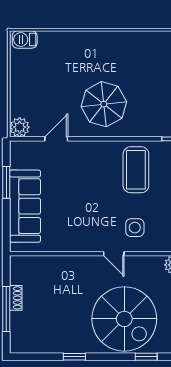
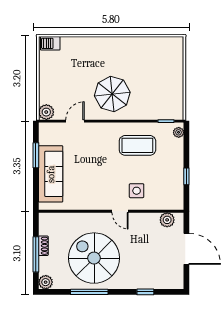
coffee table: (136, 170) -> (137, 145), turned 90
spiral stairs: (124, 319) -> (94, 258), moved, turned 180
plant: (19, 344) -> (46, 282), added
window: (74, 357) -> (89, 292), width x2.17

